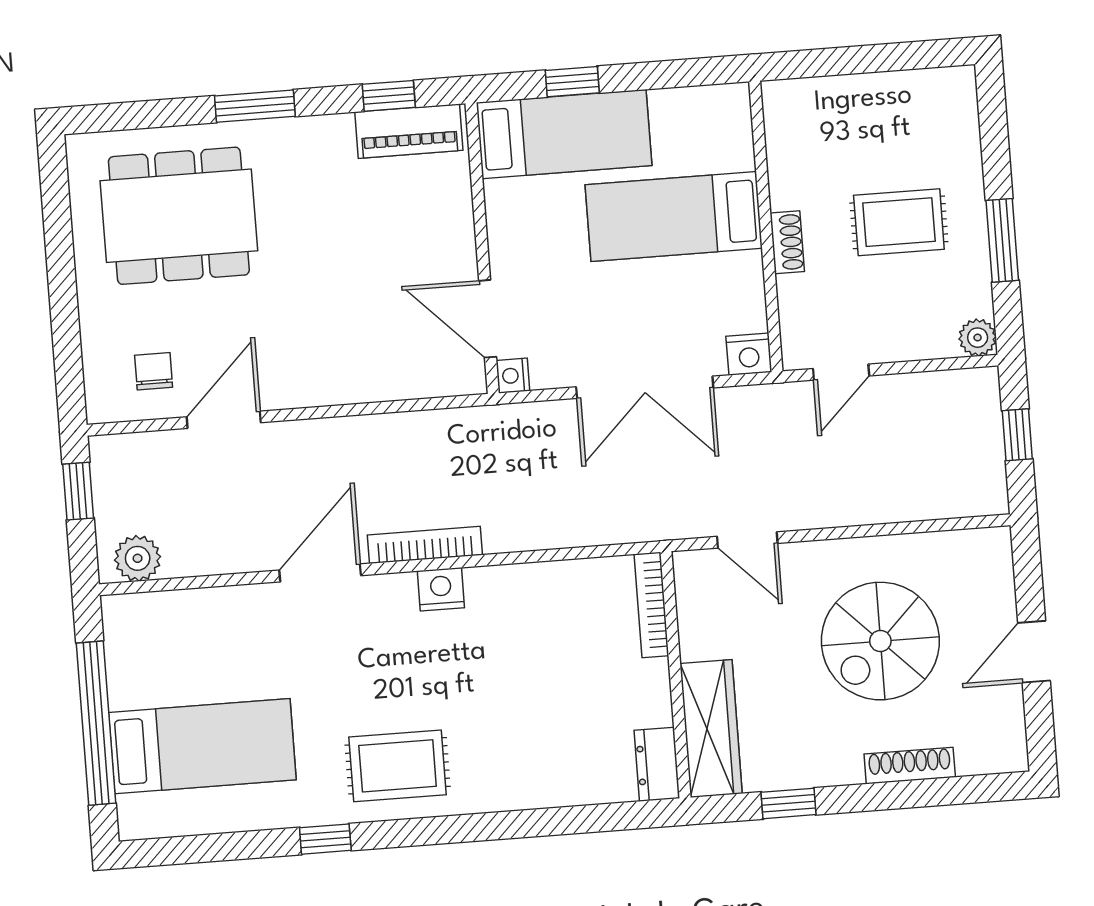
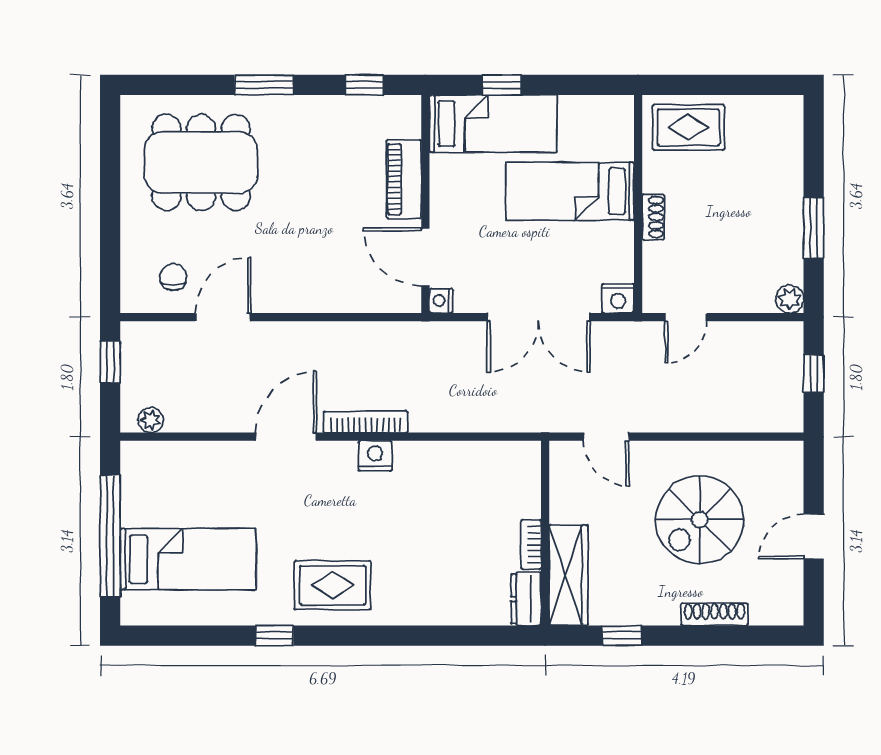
piano: (409, 131) -> (404, 179), moved, turned 90
rug: (899, 222) -> (688, 127), moved
plant: (138, 558) -> (151, 420), width x0.73, depth x0.73
bookcase: (651, 605) -> (531, 544), moved, width x0.64

